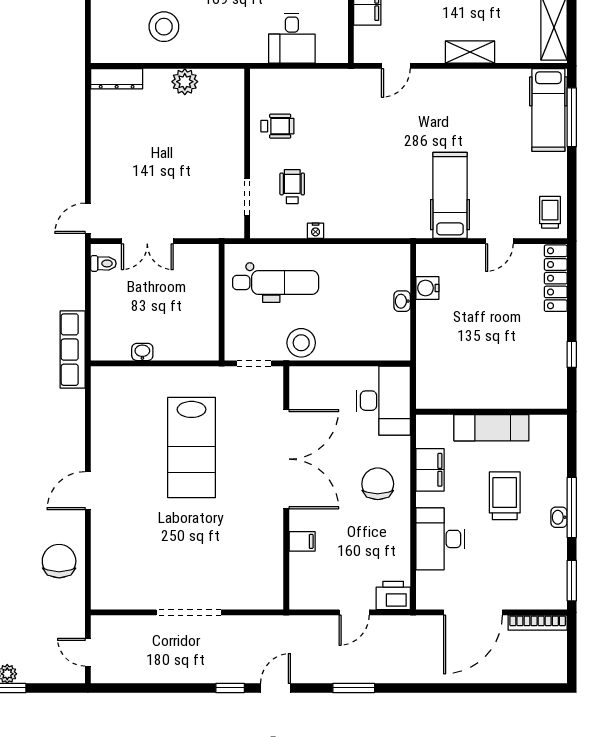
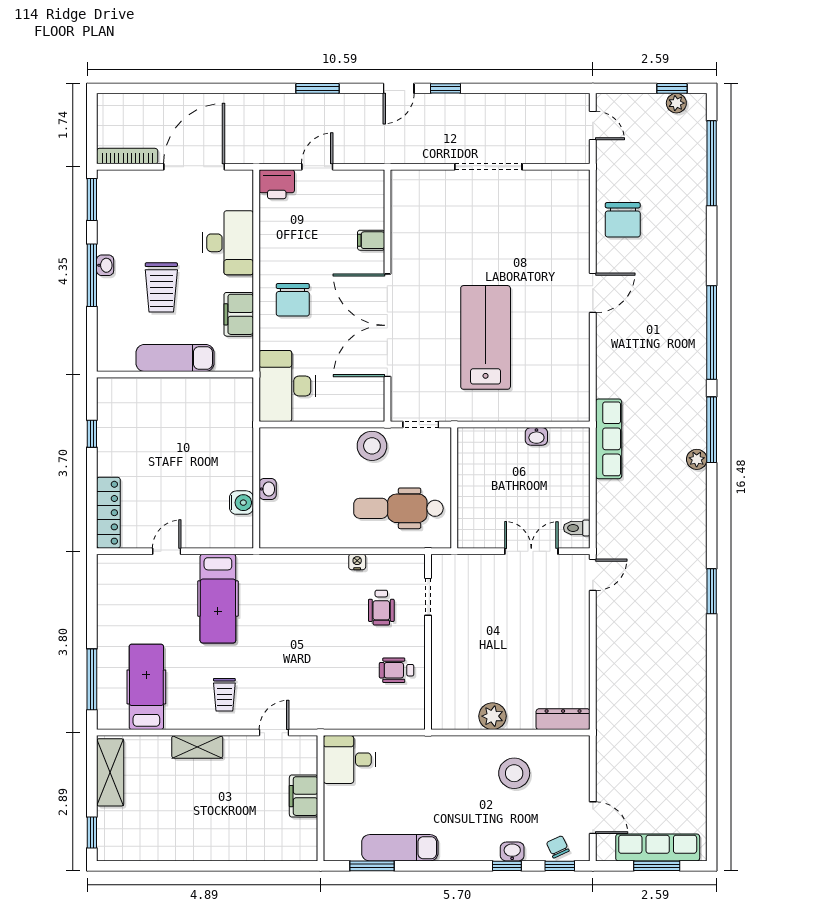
desk: (292, 38) -> (349, 759), moved, turned -90
hospital bed: (548, 110) -> (146, 687), moved
trolley: (550, 212) -> (224, 695), moved

